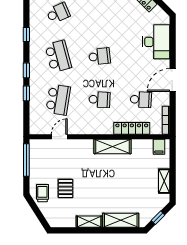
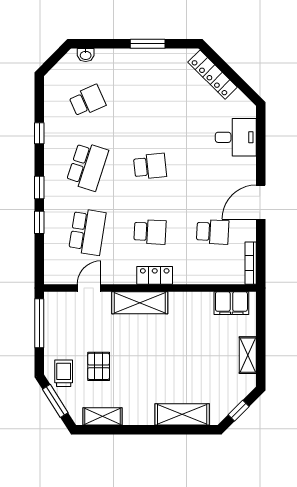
desk: (156, 42) -> (236, 137), width x0.73
school desk: (58, 56) -> (87, 166), turned 33
locker: (132, 128) -> (155, 275), moved, width x0.66
shelving: (112, 146) -> (140, 303), moved
filing cabinet: (159, 147) -> (231, 303), width x2.00
window: (37, 211) -> (55, 401), added
shelving: (89, 222) -> (102, 416), moved

